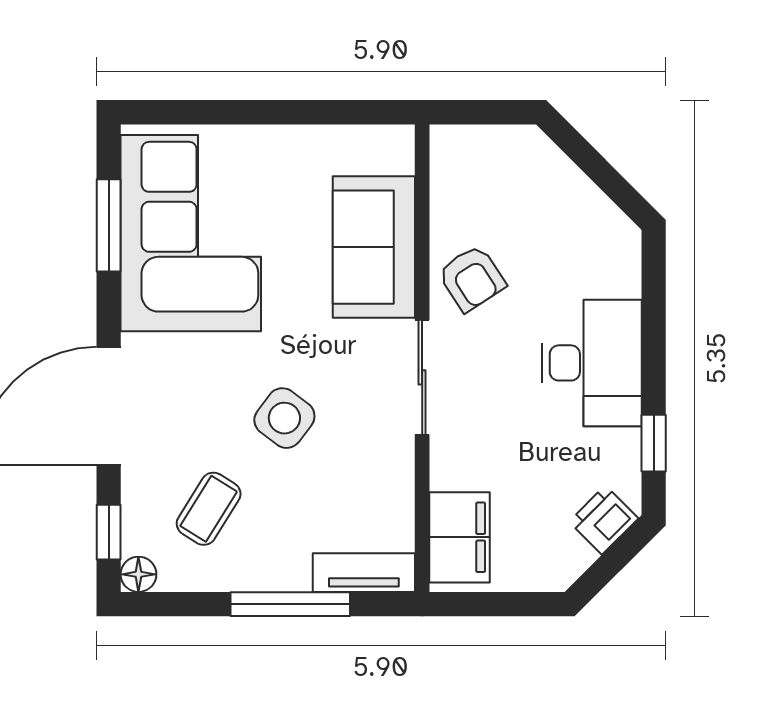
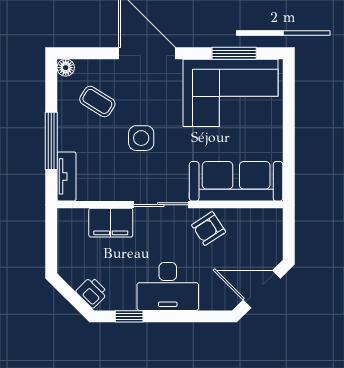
door: (597, 168) -> (262, 289), added
sofa: (374, 247) -> (236, 181), width x1.36
side table: (284, 418) -> (141, 138), turned -37
window: (109, 532) -> (86, 53), removed
filing cabinet: (459, 537) -> (111, 223), moved

